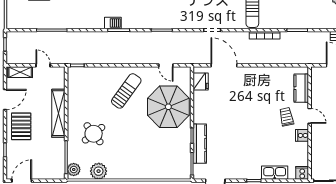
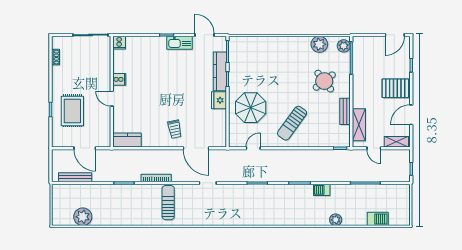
barbecue: (113, 23) -> (322, 190), moved
door: (166, 65) -> (253, 148), hinge flipped
fridge: (201, 81) -> (219, 100), moved
kitchen counter: (301, 88) -> (127, 140), moved, turned -90
bench: (72, 103) -> (345, 111), added
parasol: (168, 107) -> (251, 108), width x0.73, depth x0.73
shelving: (58, 113) -> (359, 125), moved, width x0.68
trolley: (286, 117) -> (175, 129), moved
pallet: (21, 126) -> (395, 88), turned 90
kitchen sink: (275, 173) -> (180, 43), moved

